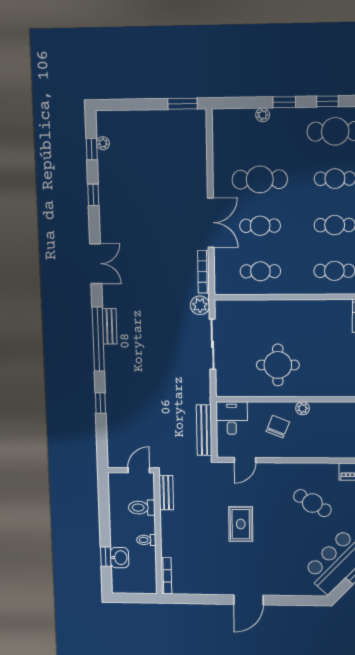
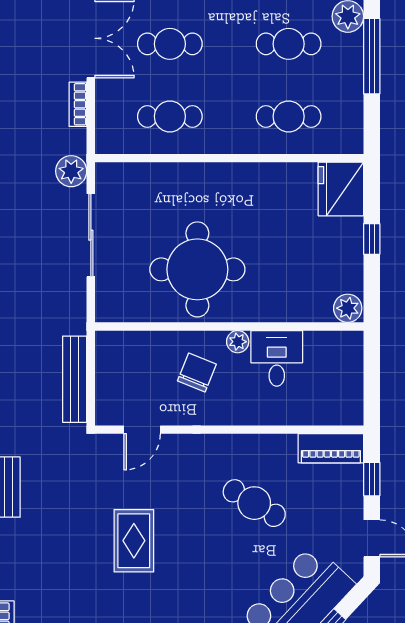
bookcase: (204, 272) -> (78, 104), width x0.64
round table: (278, 365) -> (197, 269), width x1.36, depth x1.36
desk: (232, 418) -> (277, 358), moved

